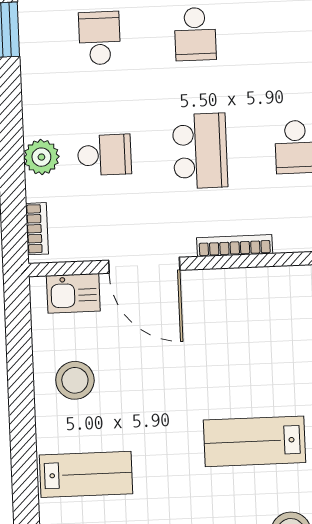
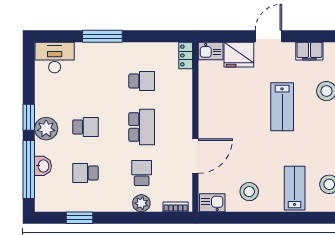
school desk: (200, 151) -> (142, 127), turned 90
bookcase: (235, 246) -> (188, 112), removed
kitchen sink: (73, 293) -> (212, 203), moved, turned -90

